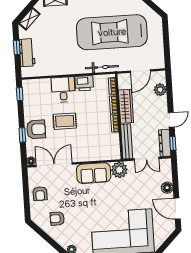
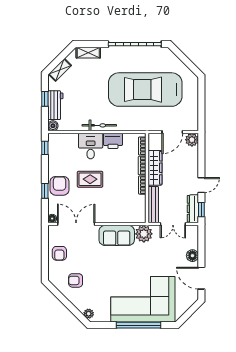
bicycle: (102, 67) -> (99, 125), moved
boiler: (26, 72) -> (53, 126), added
plant: (160, 90) -> (192, 140), moved
armchair: (36, 129) -> (60, 186), turned -90

